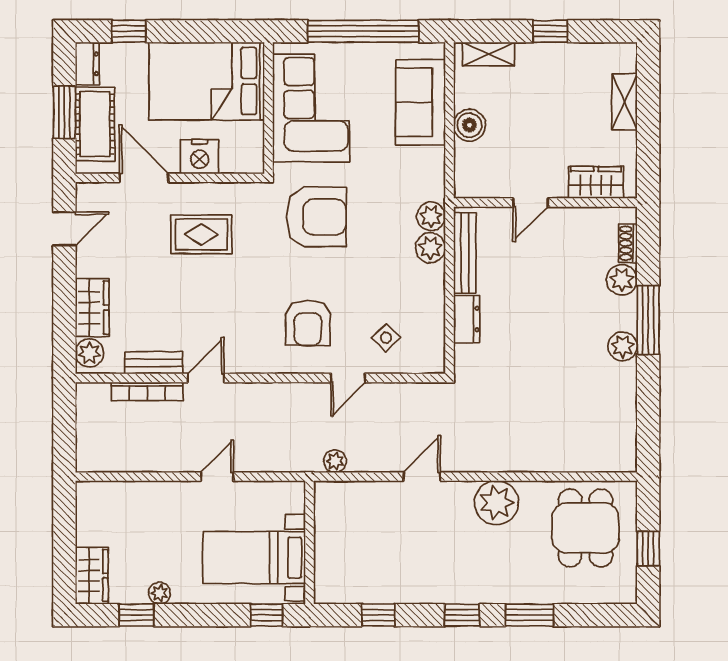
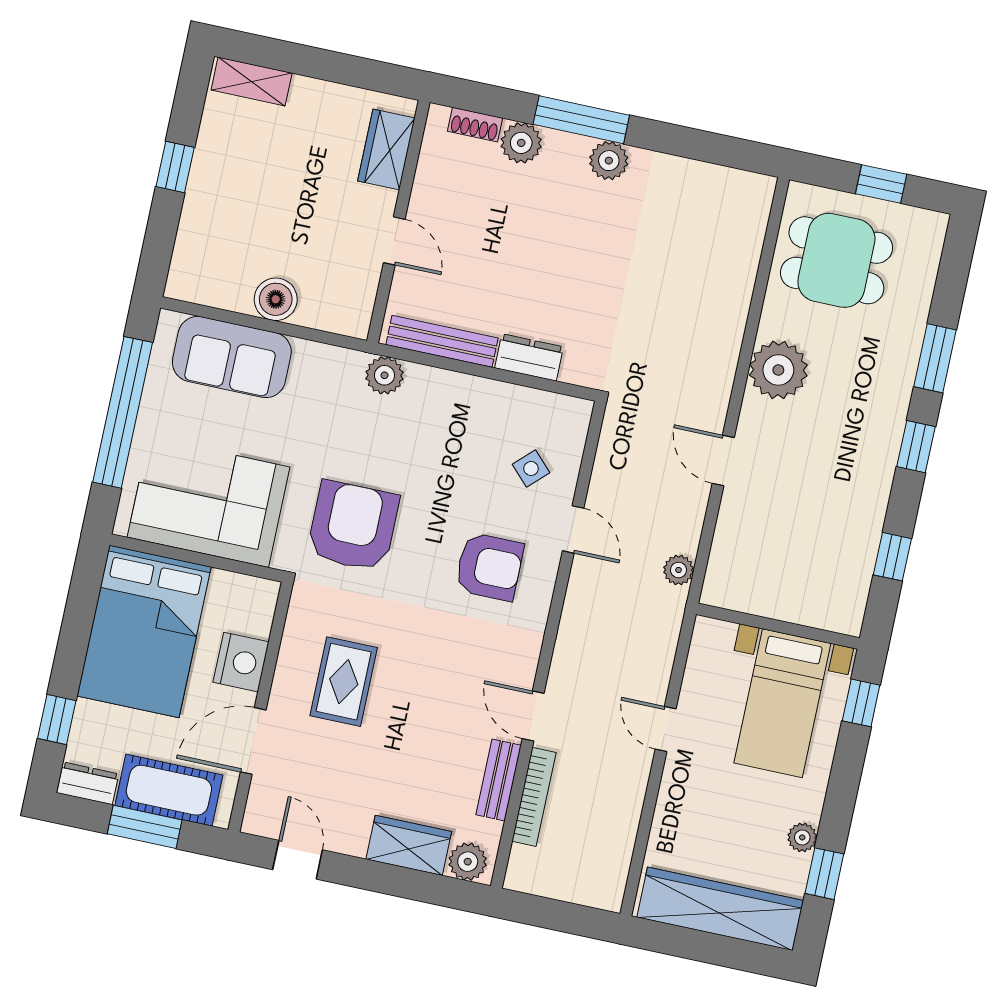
shelving: (489, 54) -> (188, 254), removed
shelving: (624, 102) -> (252, 81), moved
plant: (430, 248) -> (425, 385), removed
wardrobe: (92, 576) -> (720, 909), width x2.10, depth x1.17

